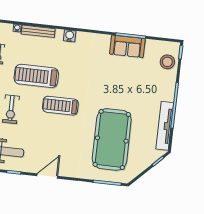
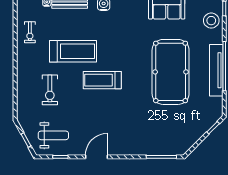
treadmill: (36, 76) -> (73, 51), turned 180
tv unit: (165, 126) -> (216, 70), moved
pool table: (112, 139) -> (171, 72), moved

